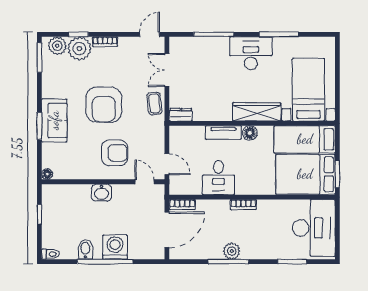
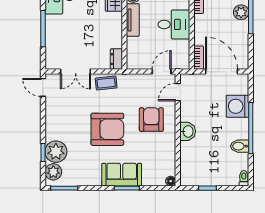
bookcase: (105, 42) -> (50, 128), removed
washing machine: (115, 247) -> (237, 106), moved

